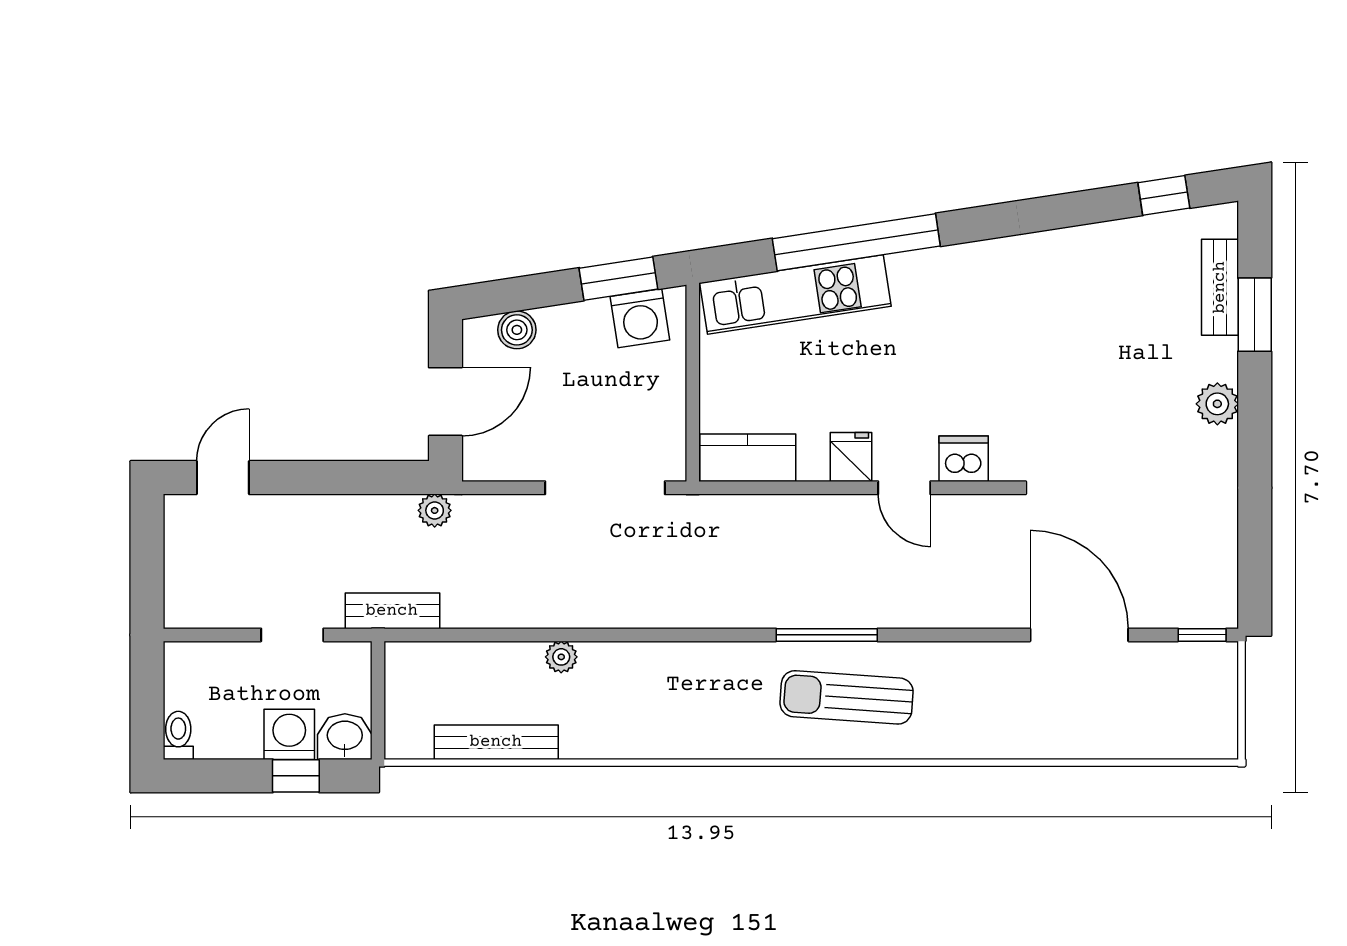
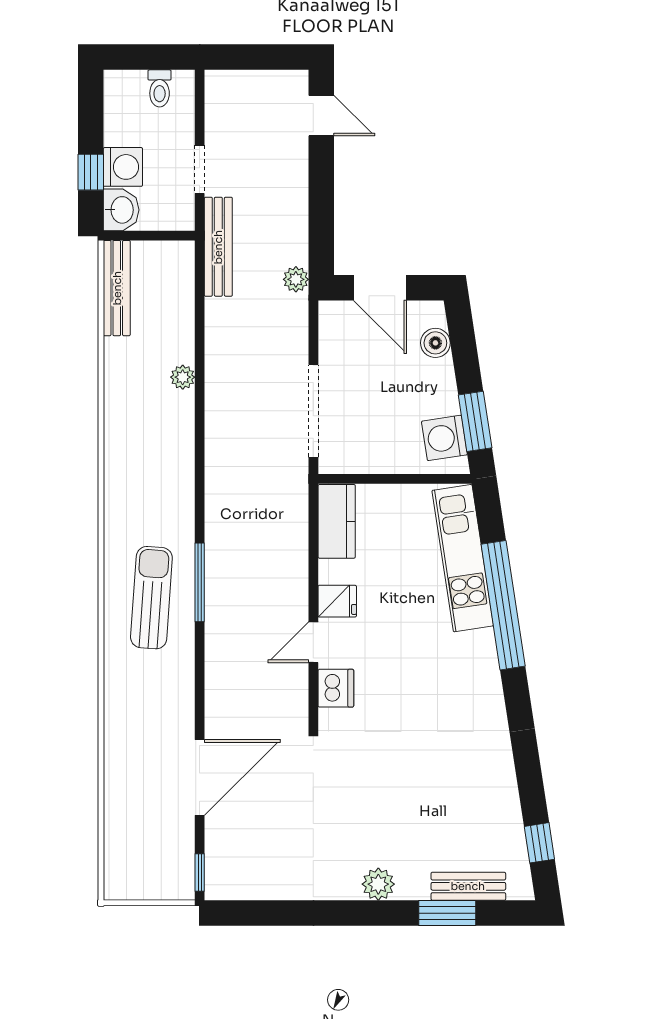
bench: (392, 611) -> (218, 247), width x1.36
toilet: (178, 735) -> (160, 88), moved, turned 90
bench: (496, 742) -> (117, 288), moved

